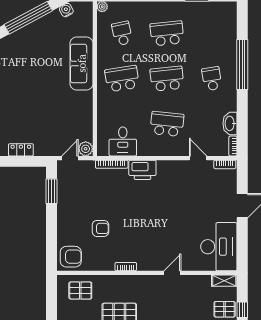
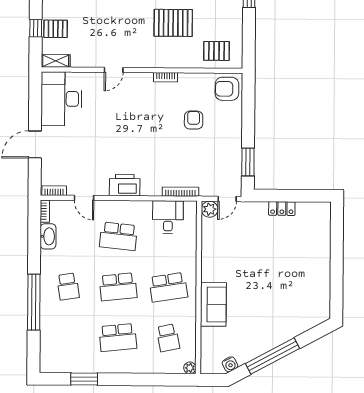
sofa: (82, 63) -> (213, 304), width x0.73
printer: (142, 170) -> (125, 185), moved
armchair: (100, 228) -> (194, 120), turned 90

